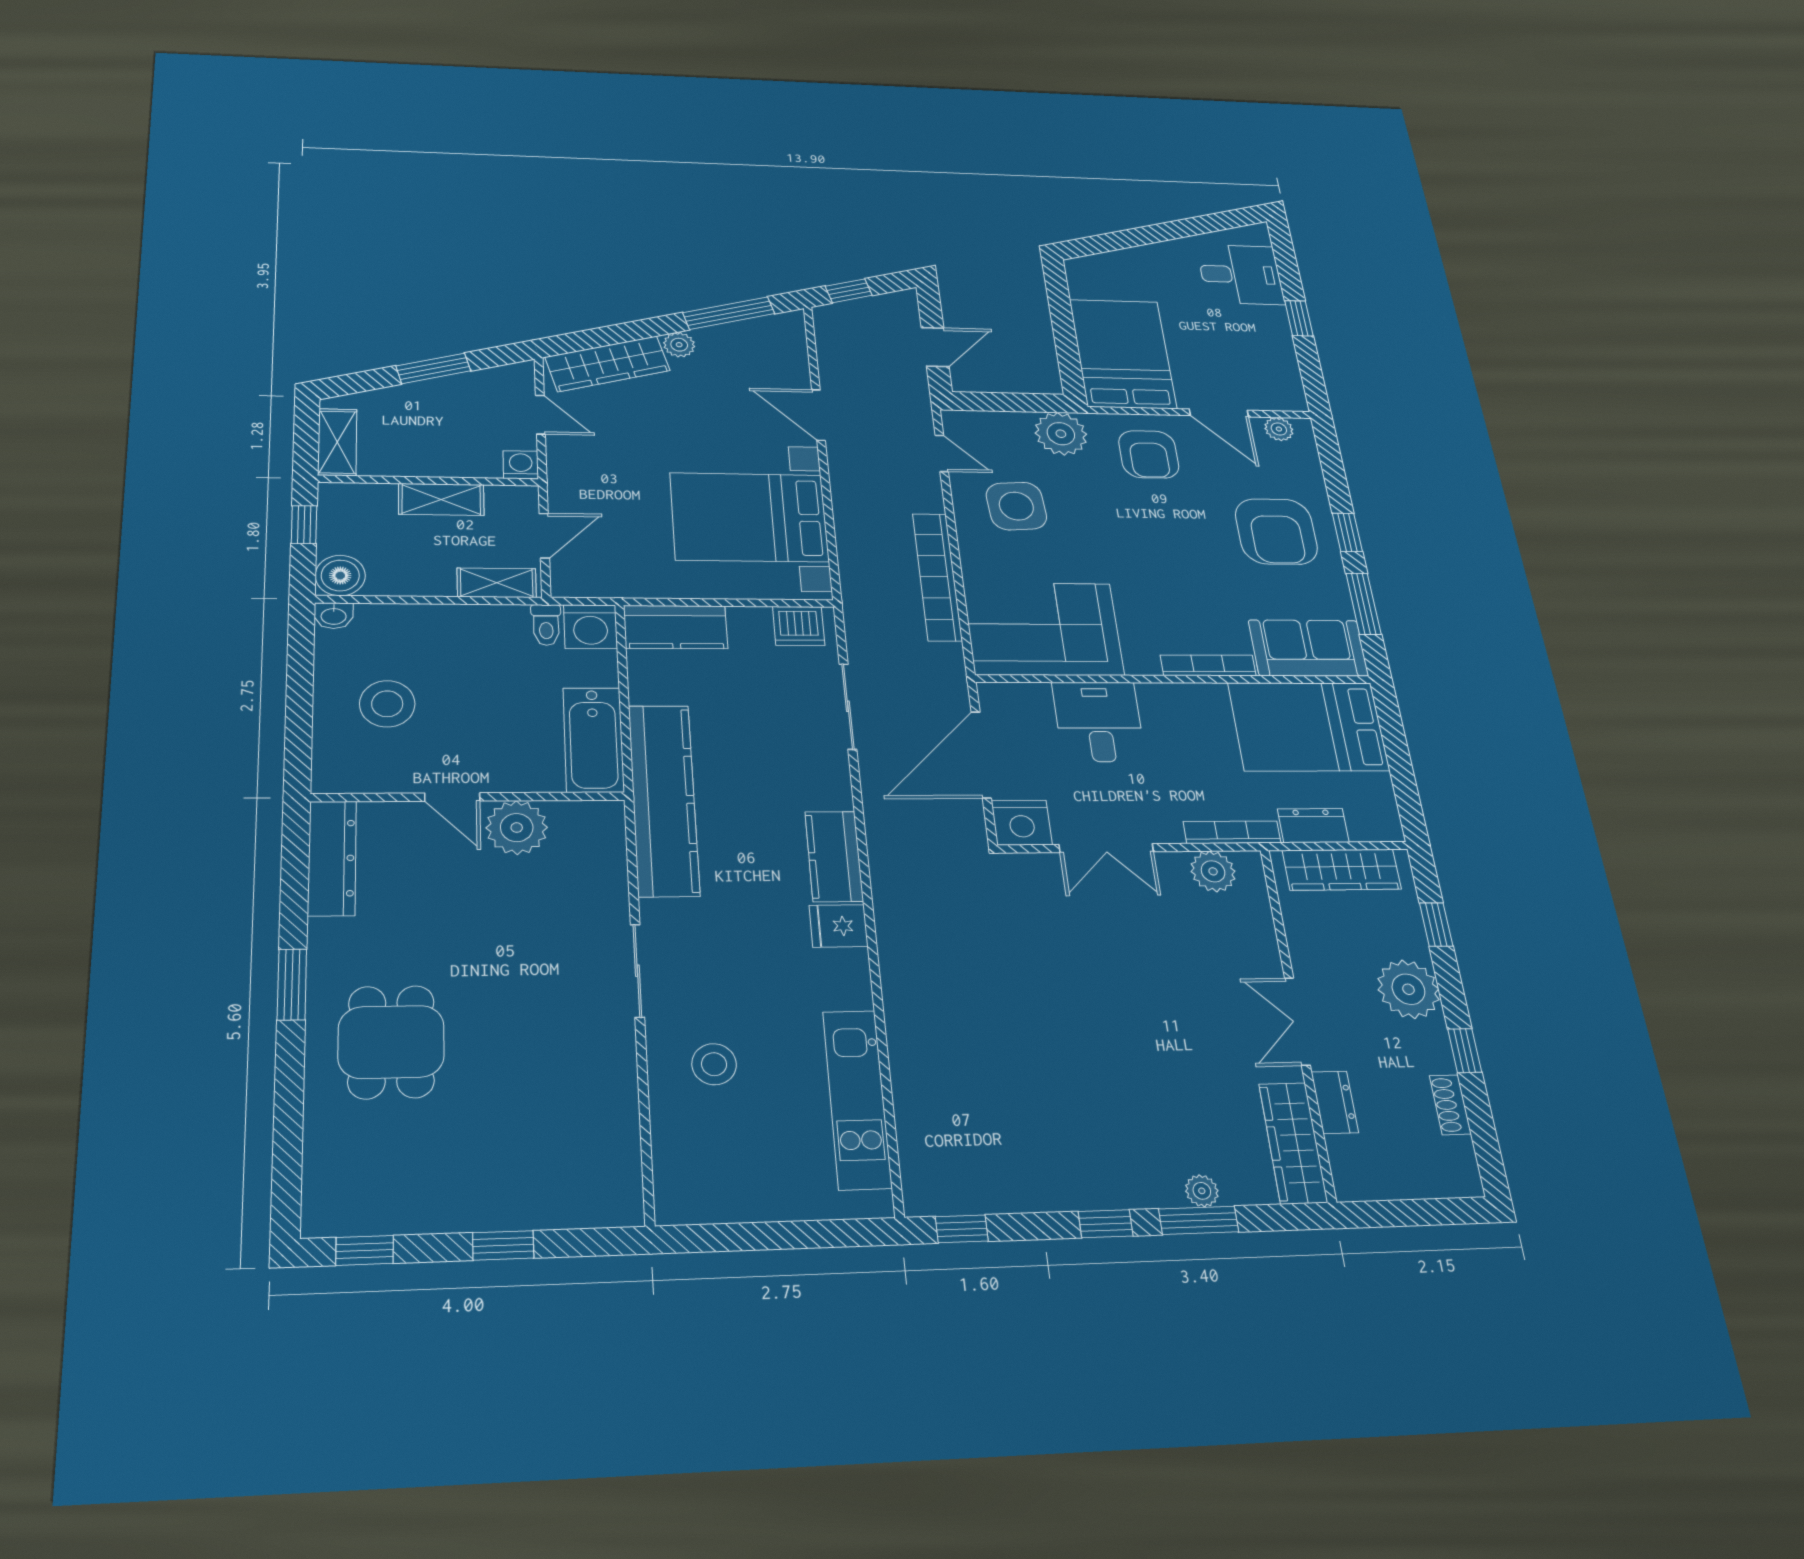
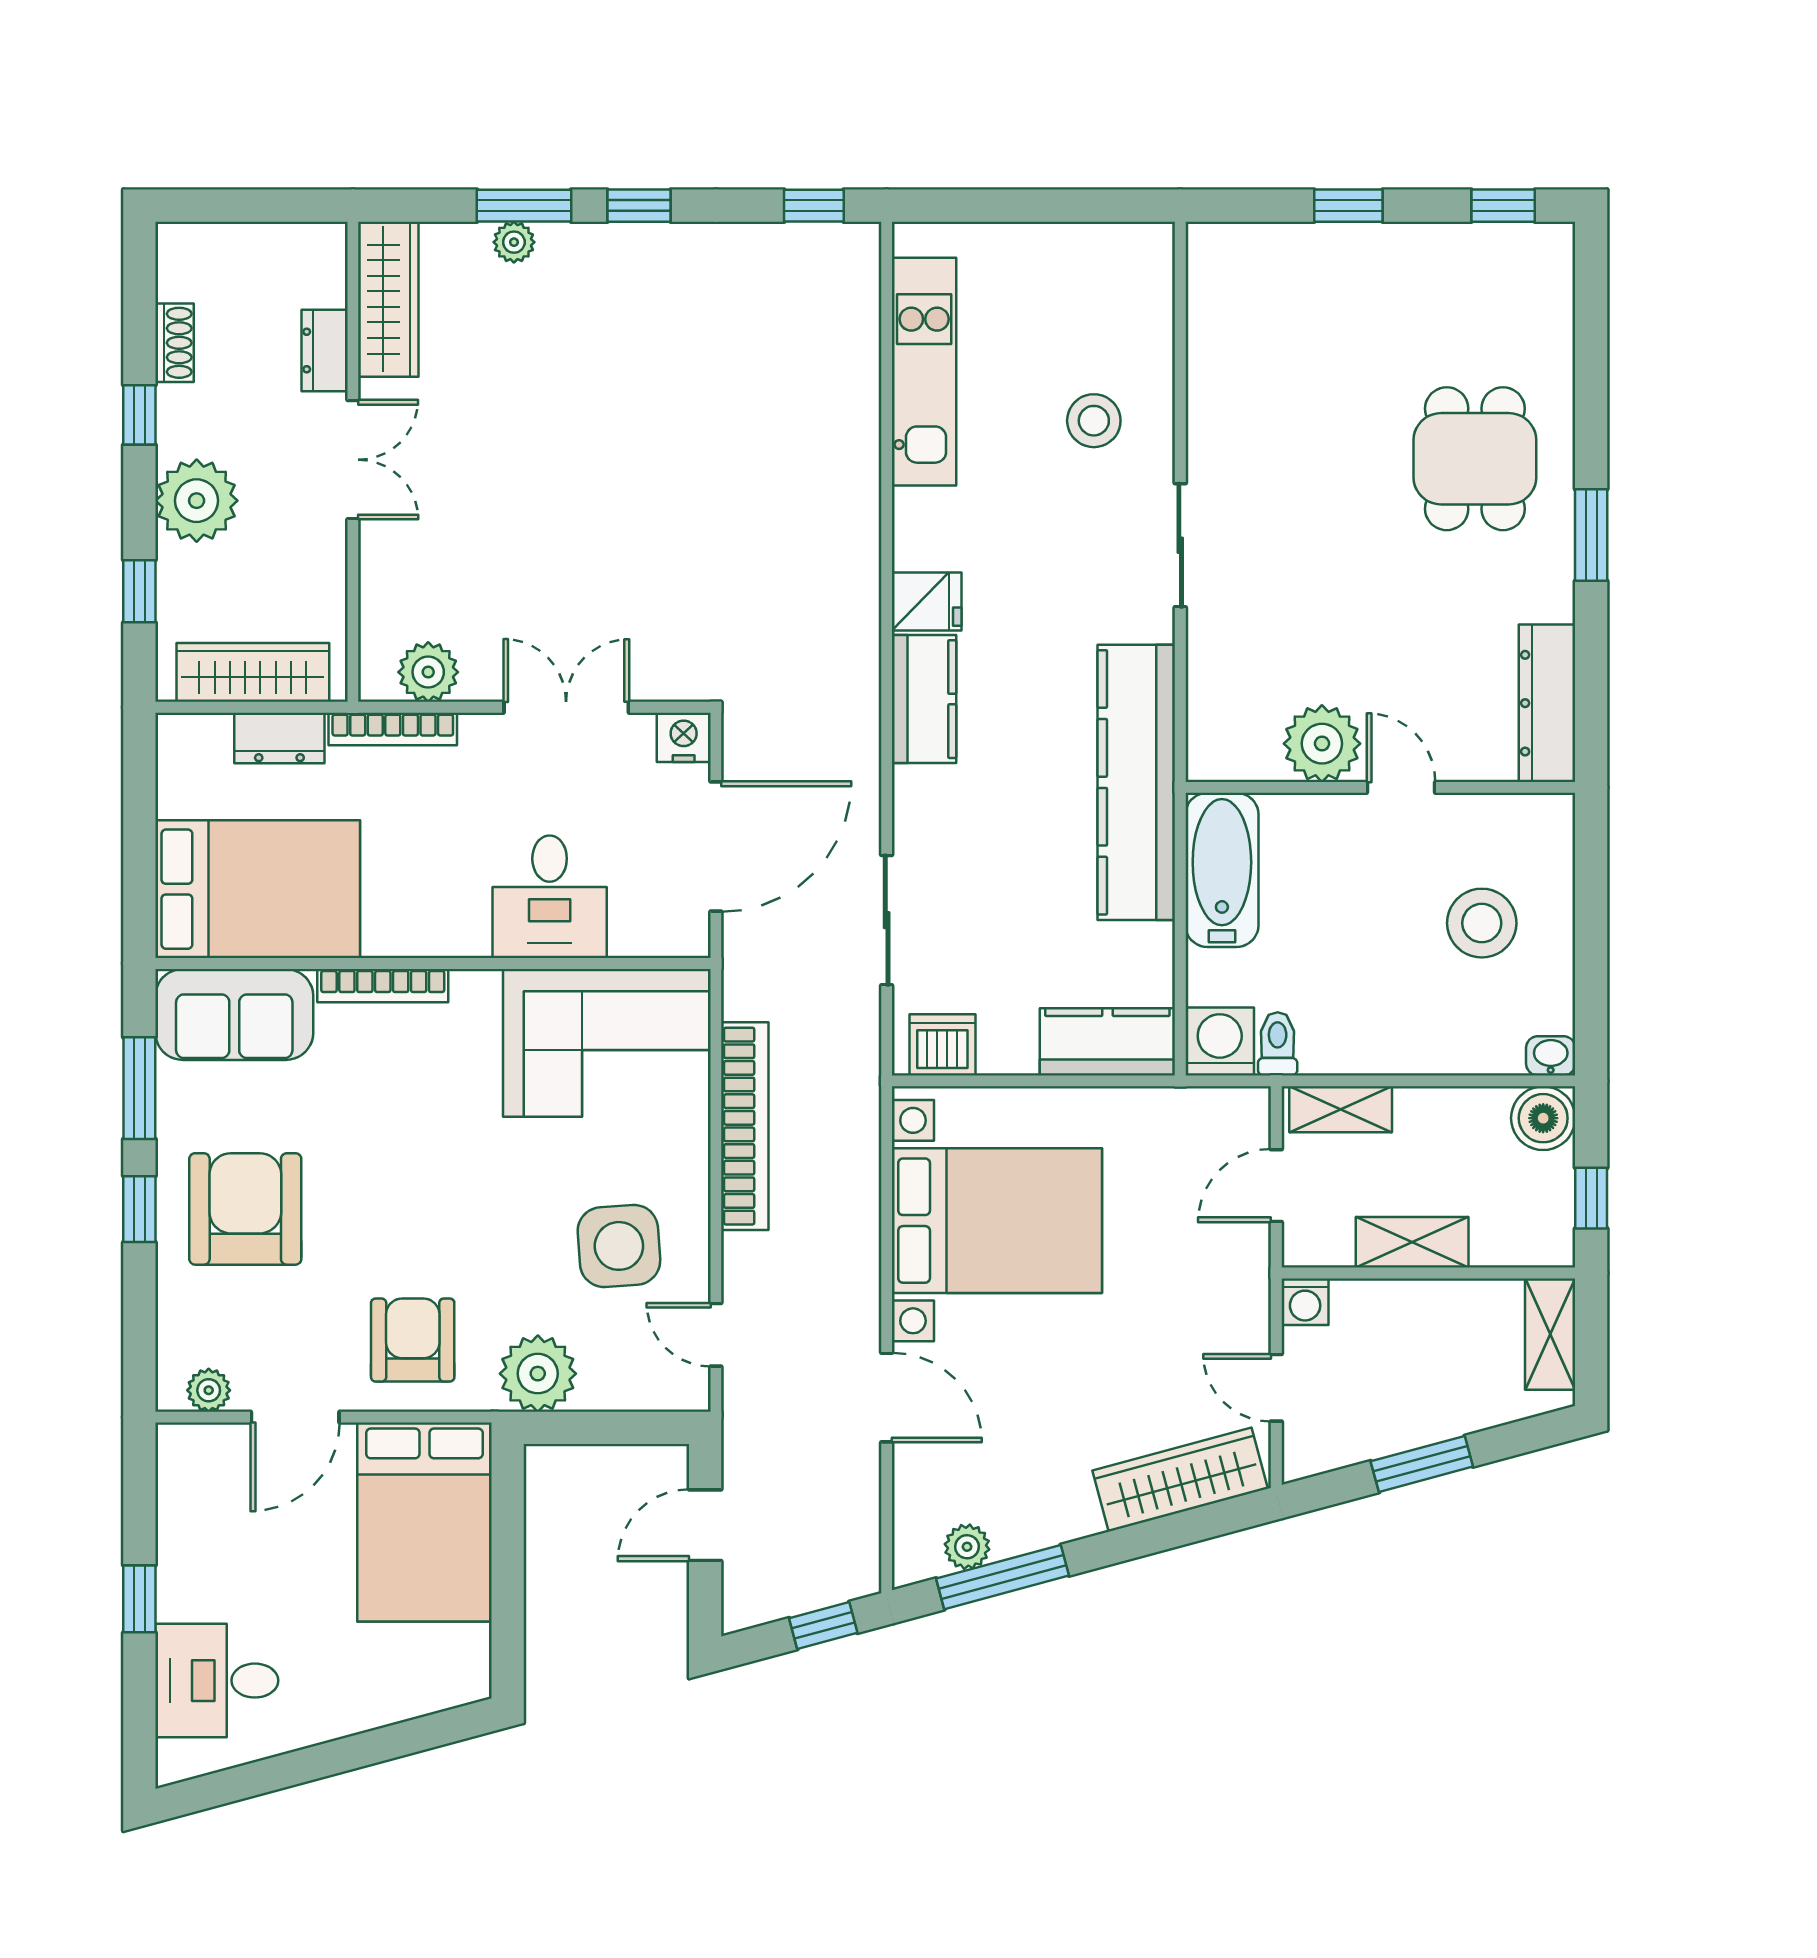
plant: (679, 345) -> (967, 1547), moved
door: (1219, 413) -> (295, 1417), swing flipped
nightstand: (1022, 823) -> (684, 737), width x0.74, depth x0.75

